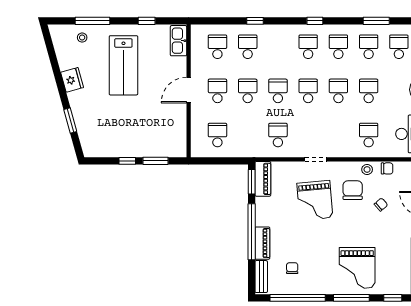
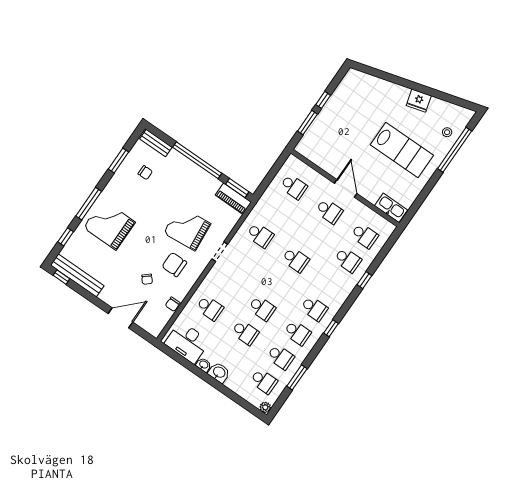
window: (93, 21) -> (455, 150), width x1.46
window: (147, 21) -> (425, 193), removed
lab bench: (123, 65) -> (402, 150), turned 180
school desk: (248, 91) -> (312, 235), removed
school desk: (308, 91) -> (279, 284), removed
window: (70, 120) -> (387, 77), removed
stool: (367, 169) -> (183, 288), removed
chair: (353, 190) -> (174, 264), turned 180
piano: (262, 243) -> (182, 163), removed
window: (298, 298) -> (119, 161), width x0.47

